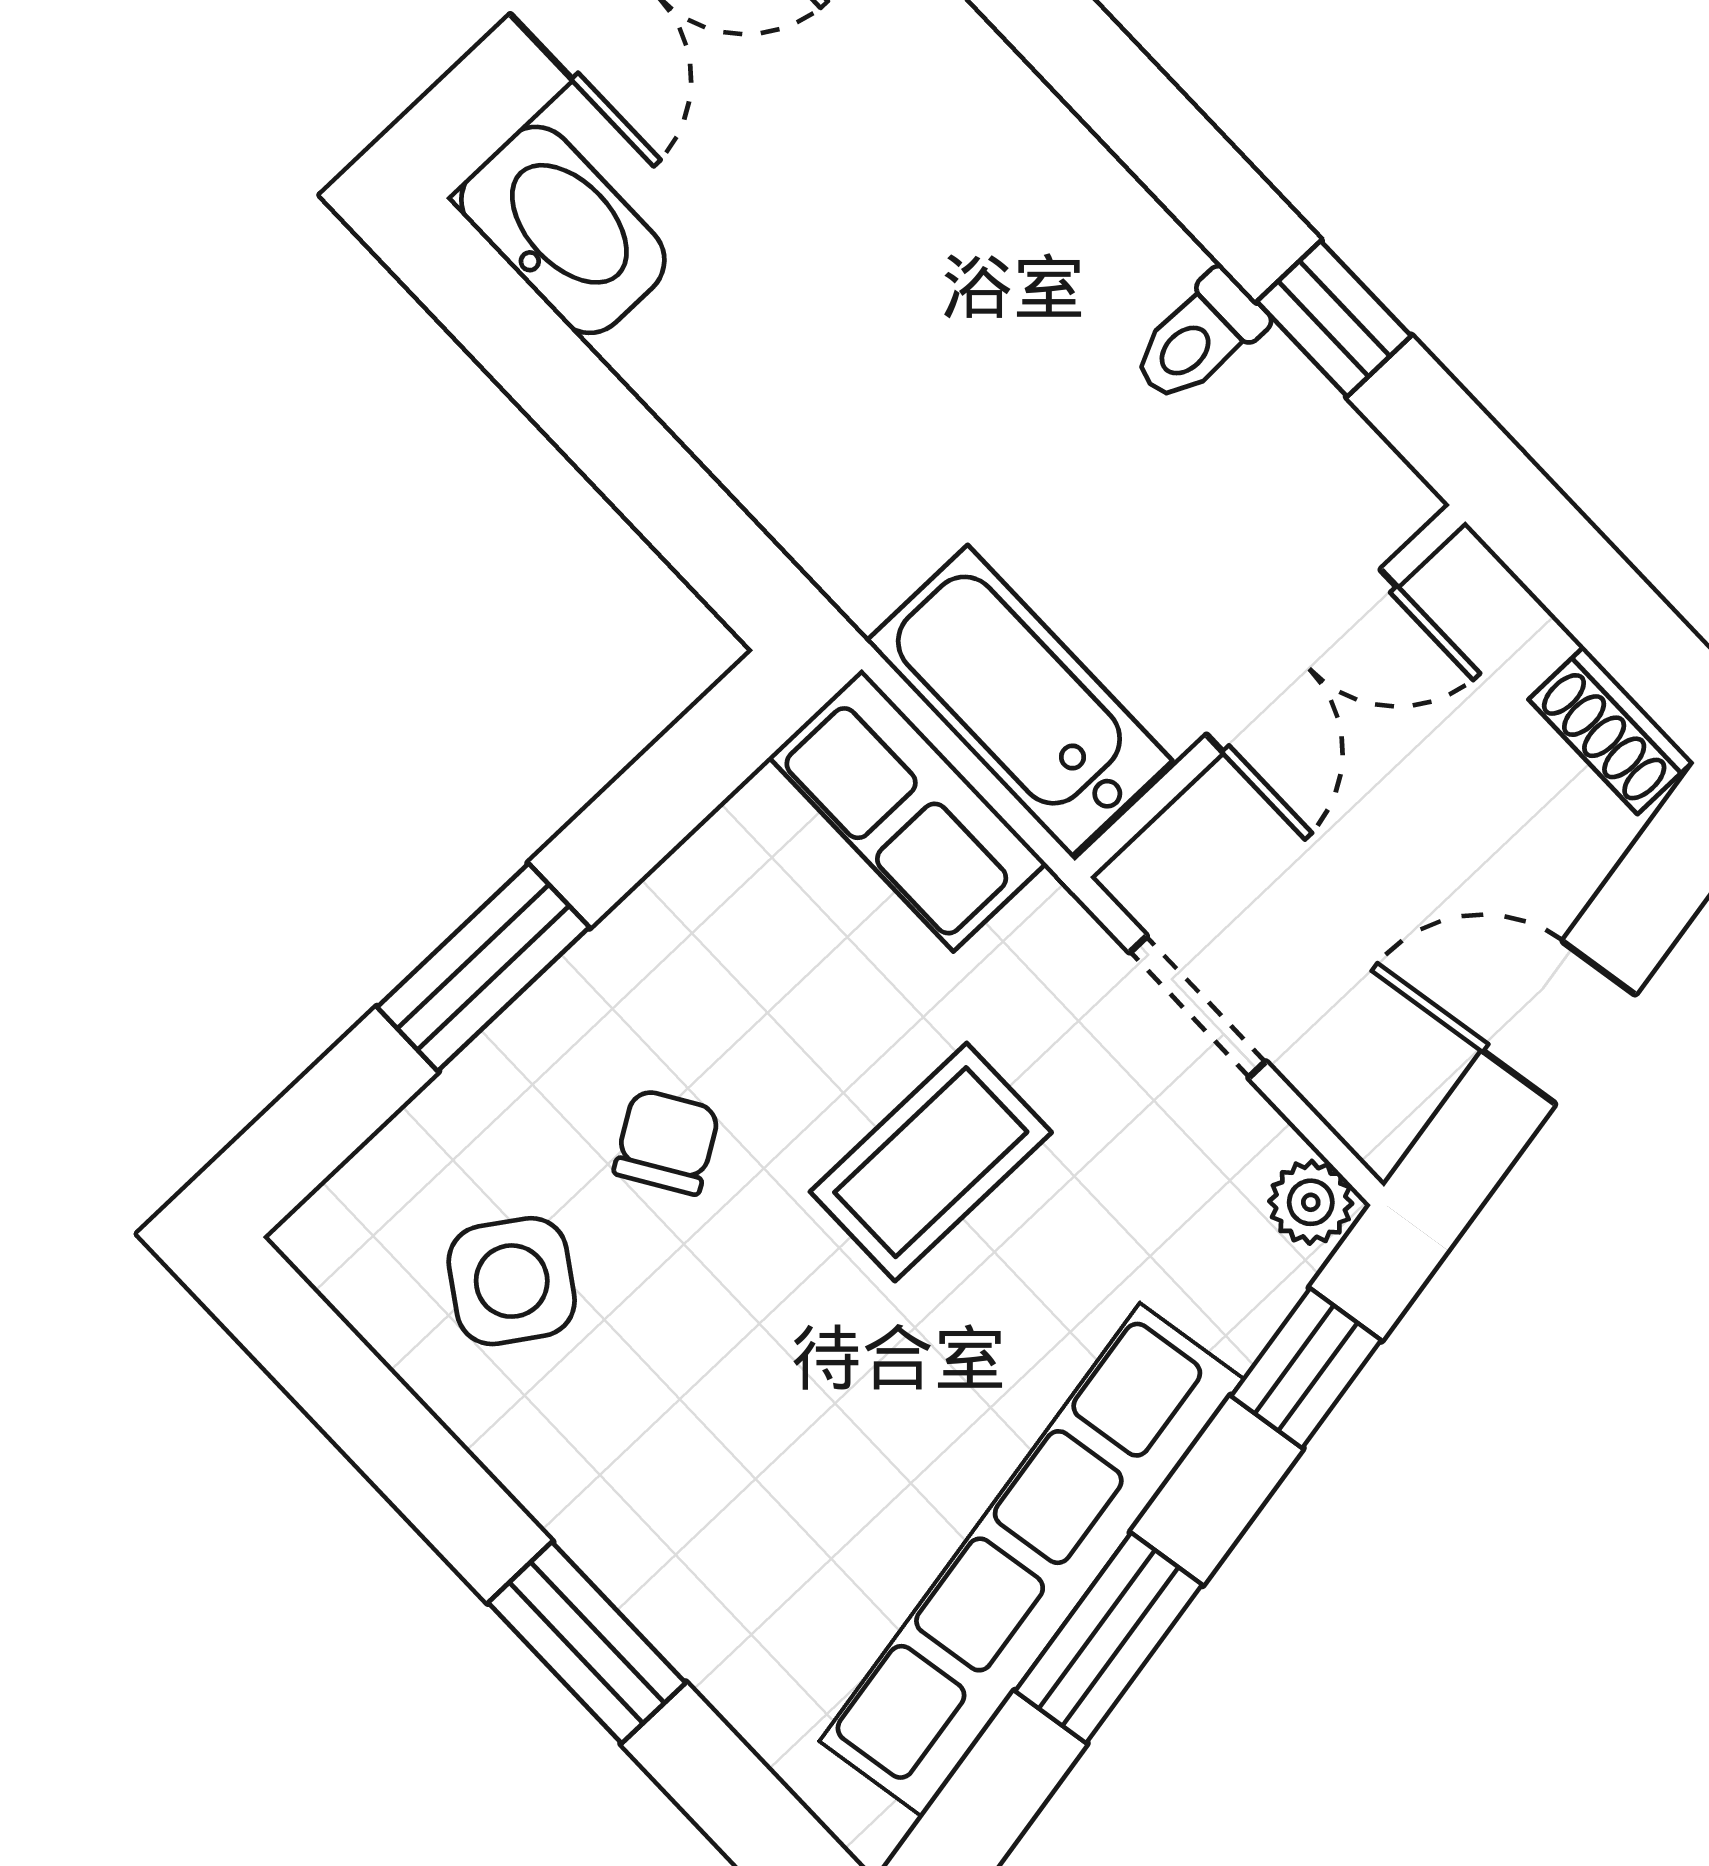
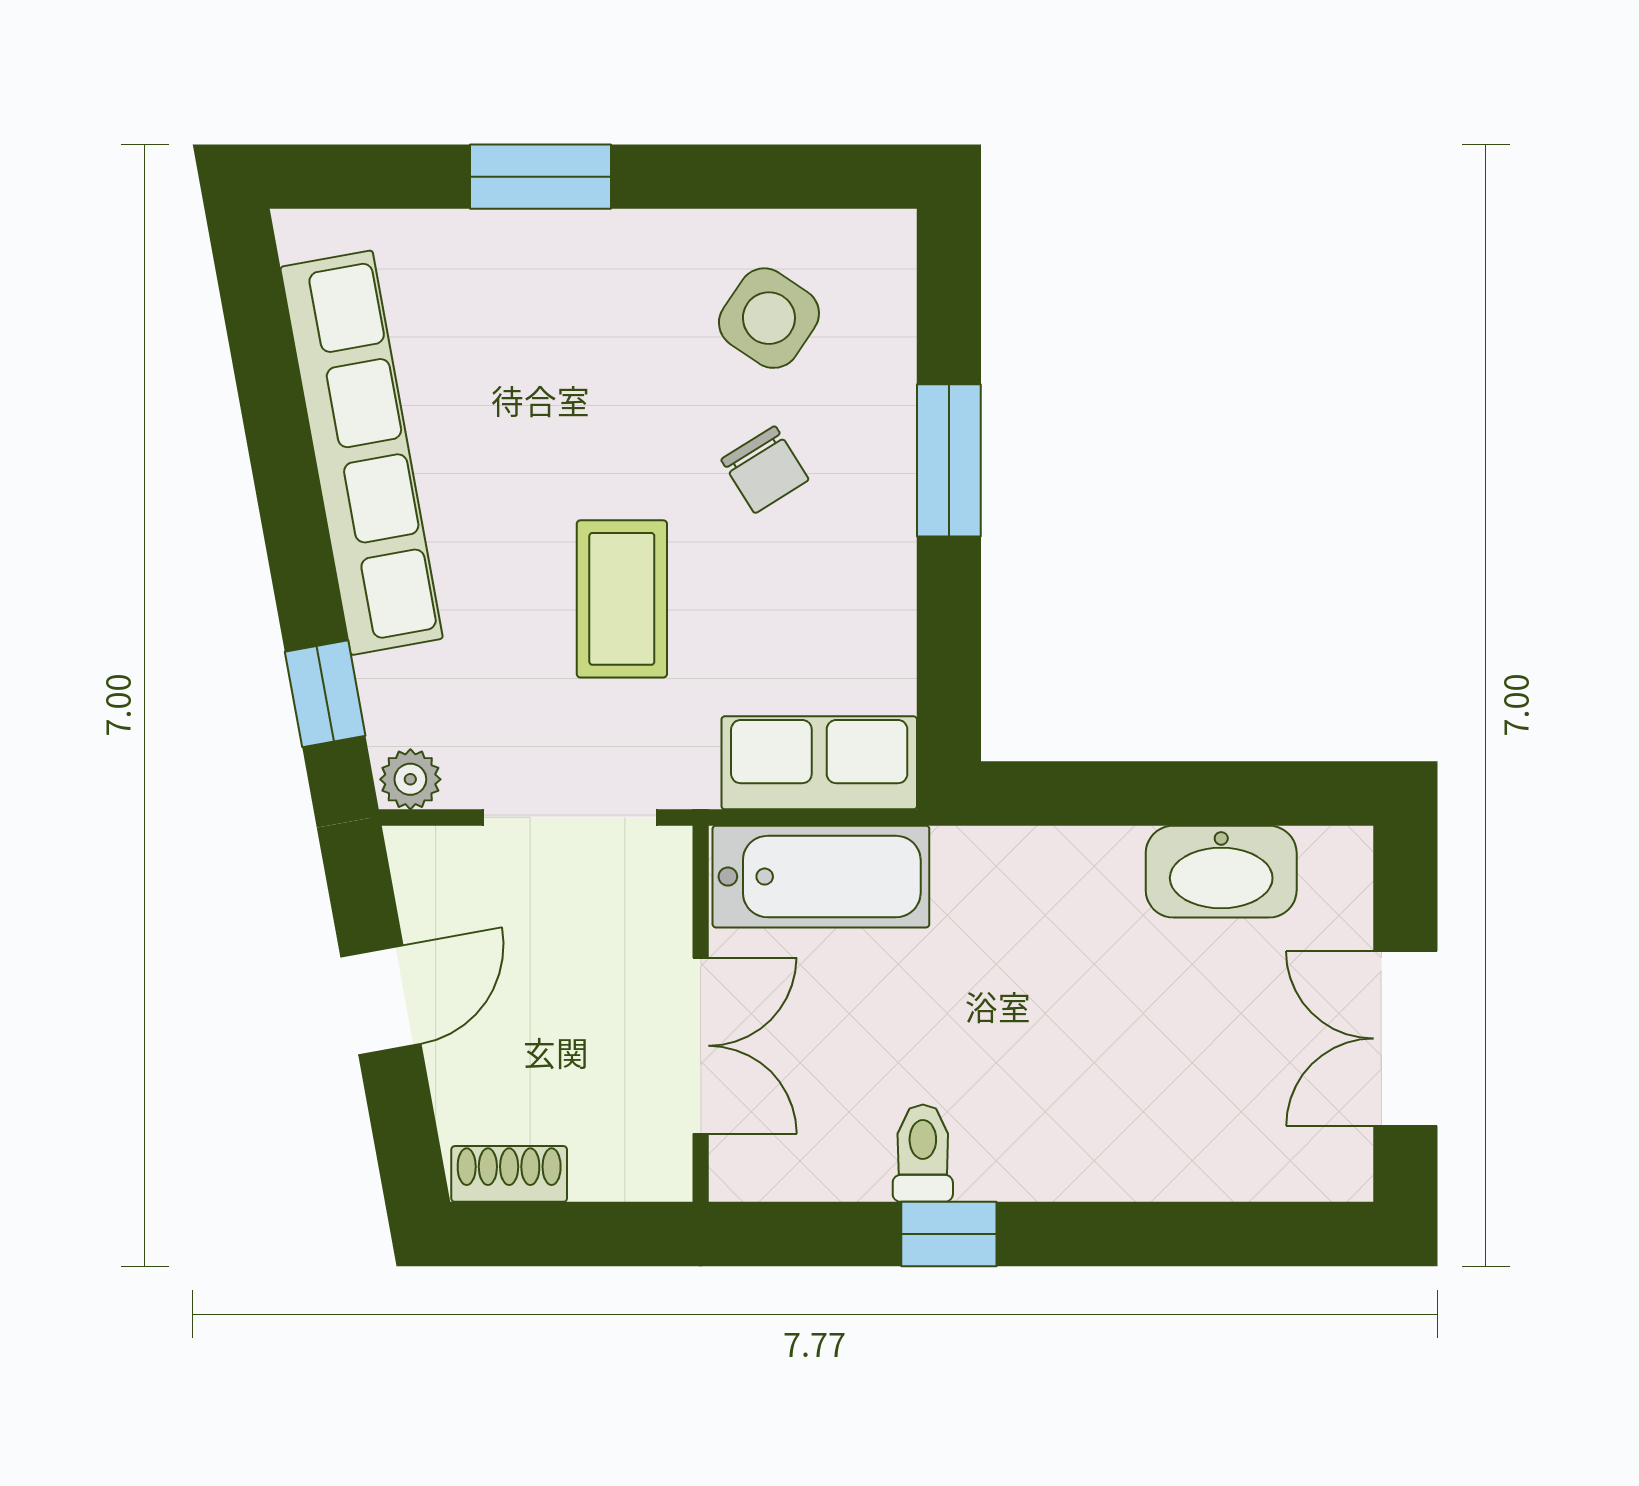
washbasin: (563, 230) -> (1221, 872), moved
window: (1334, 319) -> (949, 1234), moved
double door: (1302, 661) -> (701, 1046), swing flipped
doorway: (1198, 1007) -> (570, 817), width x1.38
window: (1109, 1638) -> (282, 454), removed

